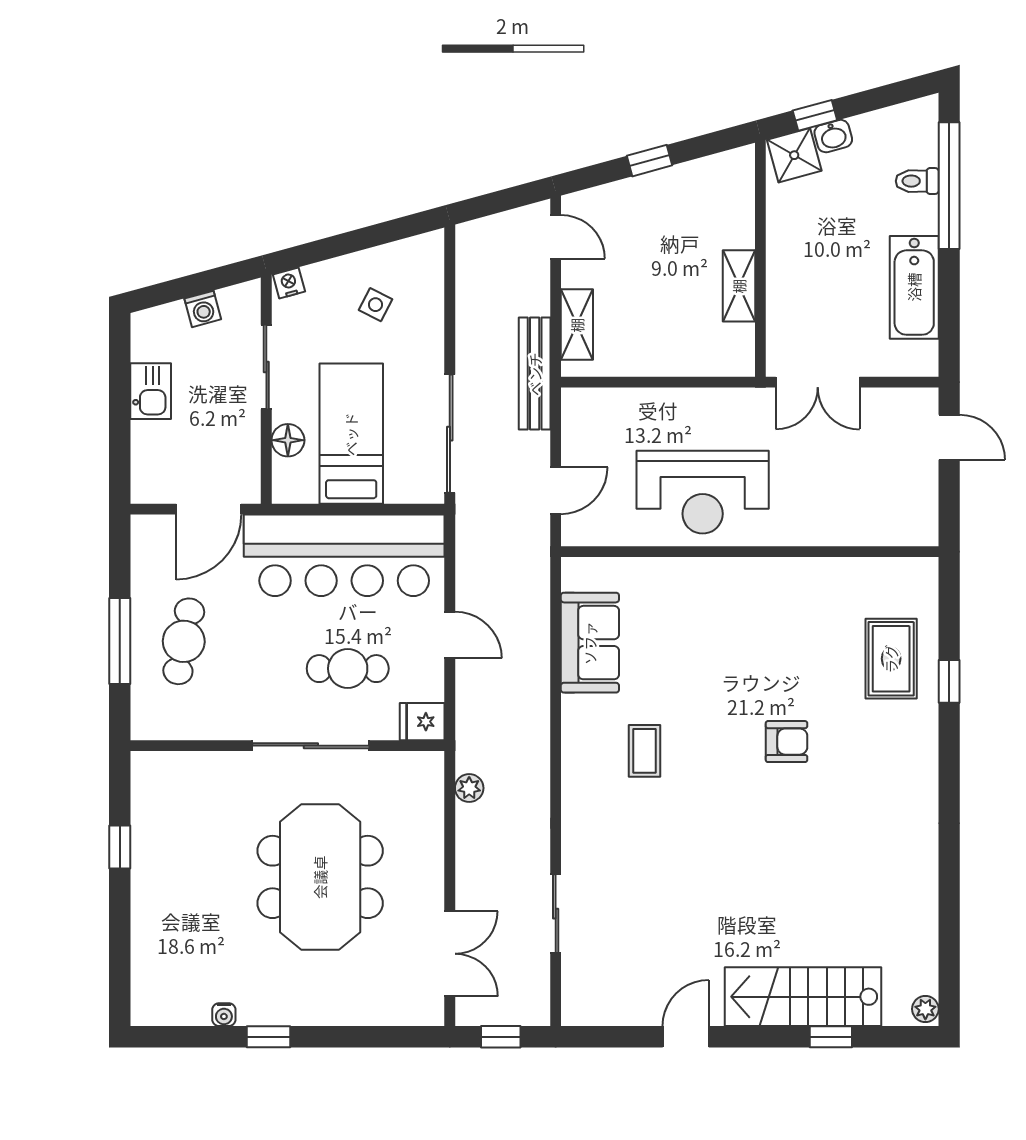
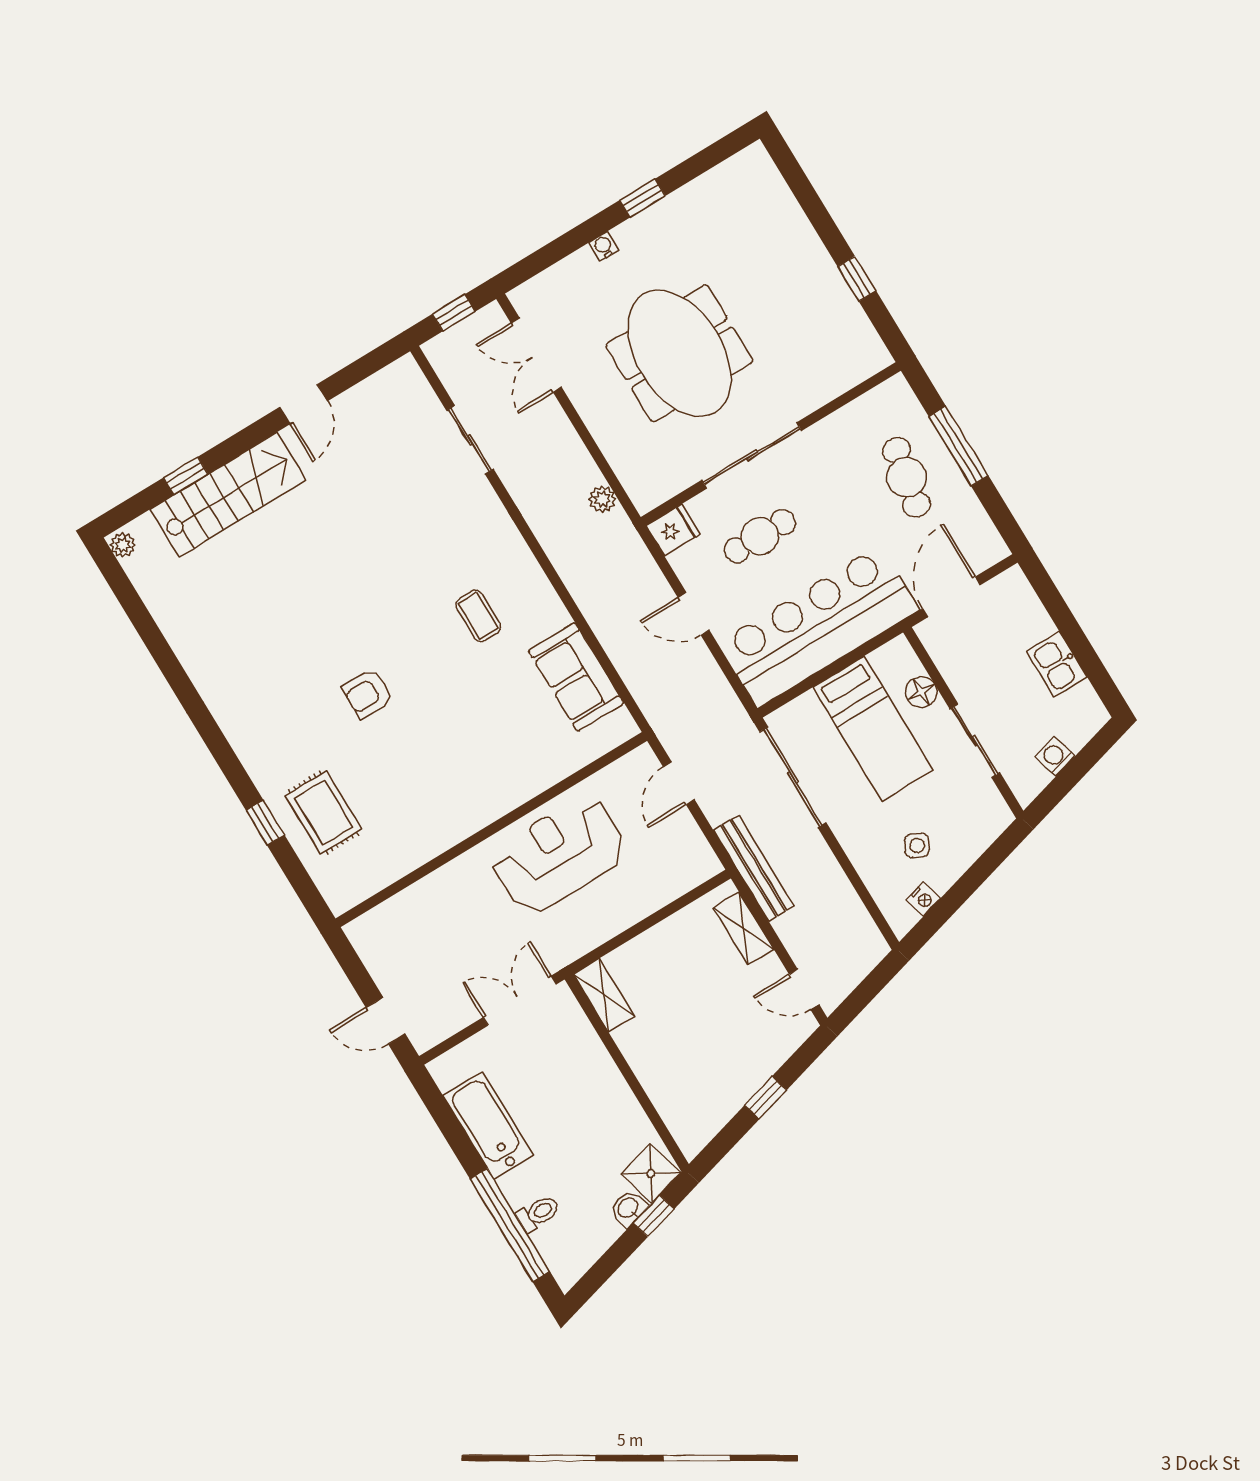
nightstand: (289, 283) -> (923, 899), moved
shelving: (739, 286) -> (604, 995), moved
water cooler: (224, 1015) -> (604, 246), moved

